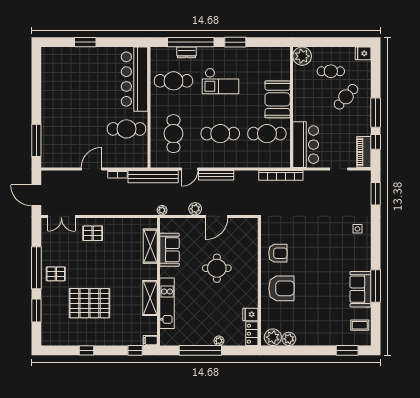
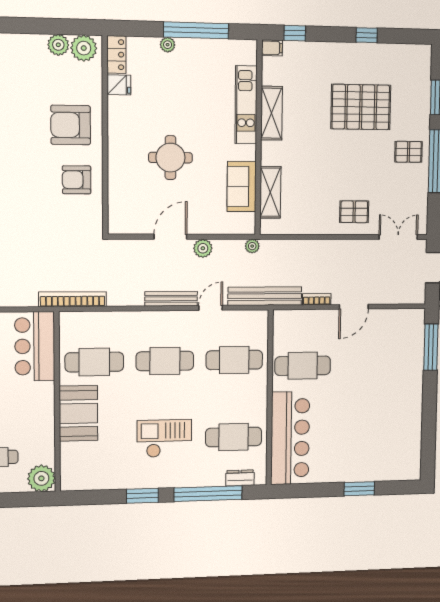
dresser: (186, 52) -> (240, 478), moved
cafe table: (173, 134) -> (234, 360), turned 90

